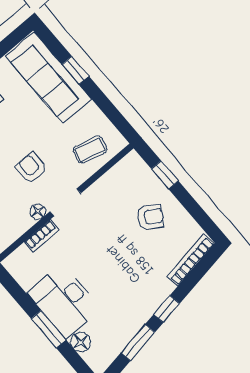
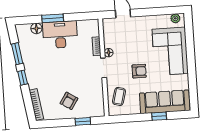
armchair: (31, 168) -> (139, 71), moved

